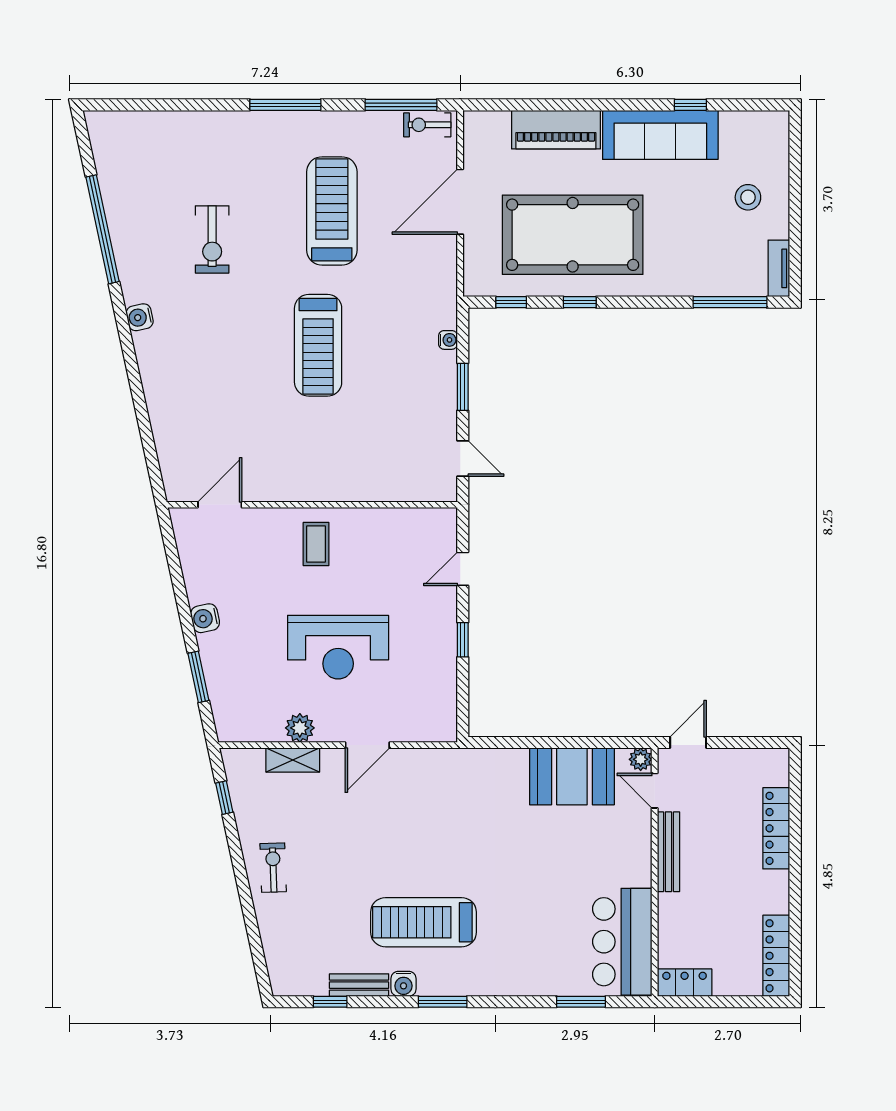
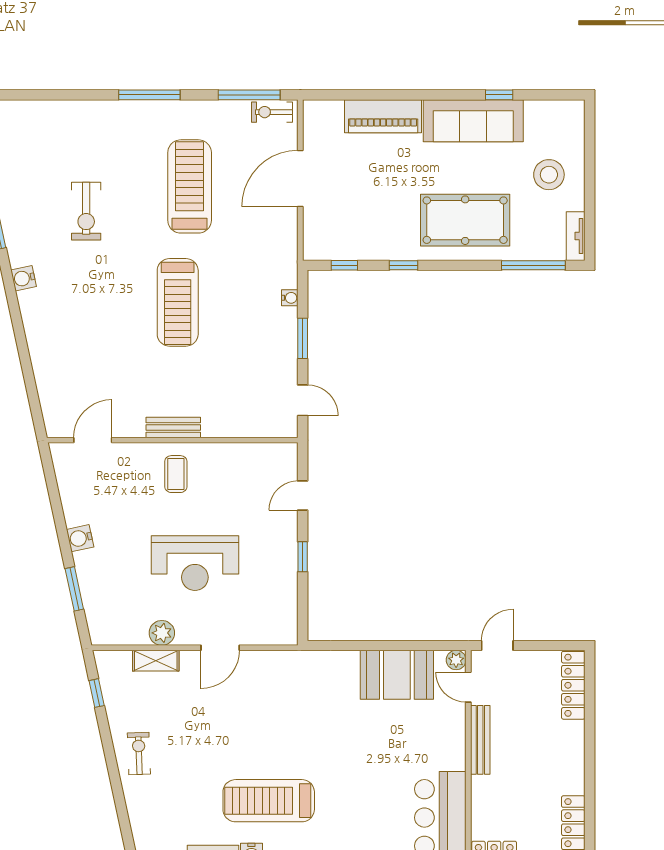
stool: (748, 197) -> (549, 175), width x1.38, depth x1.38
pool table: (573, 235) -> (465, 220), moved, width x0.73, depth x0.76
bench: (313, 490) -> (173, 427), added
locker: (776, 828) -> (573, 685), moved

